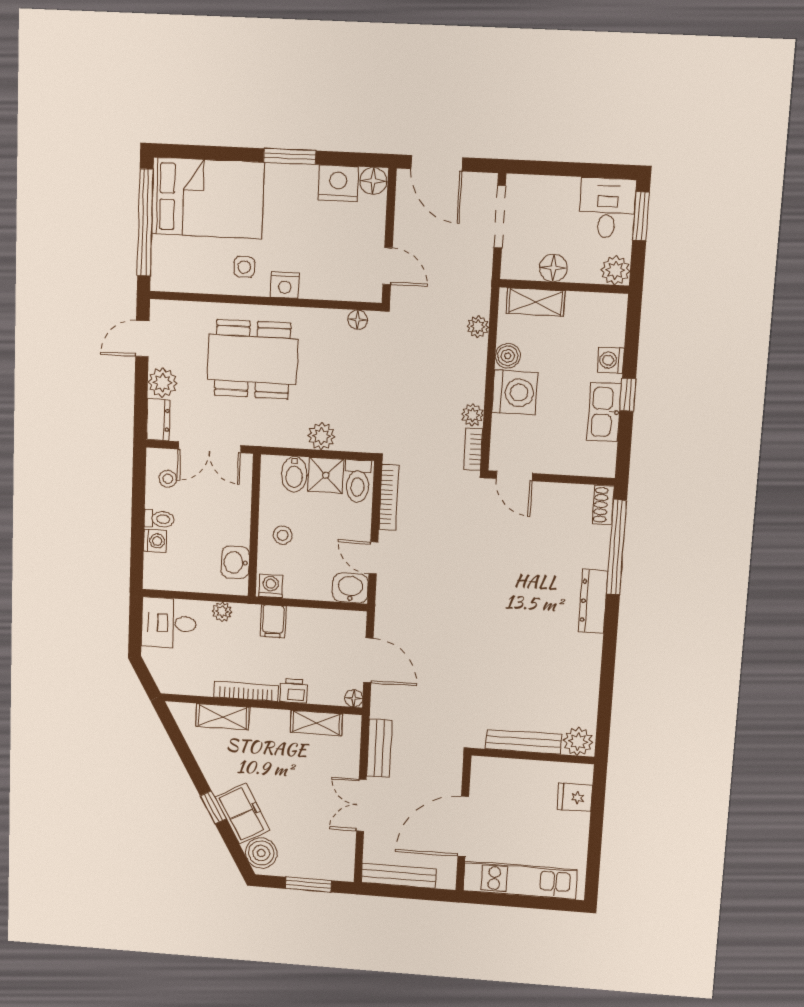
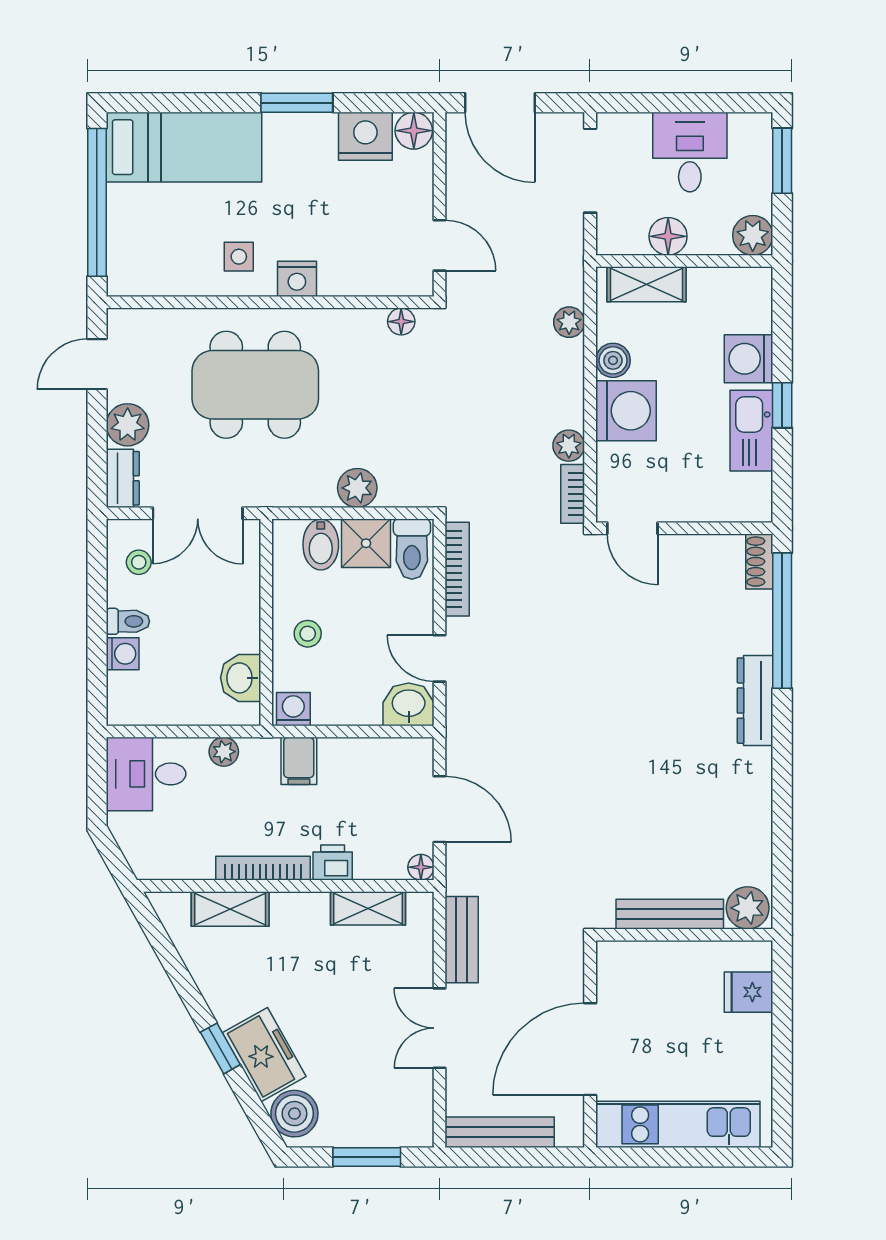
bed: (208, 198) -> (184, 147), width x0.67
desk: (607, 208) -> (690, 152), moved
washing machine: (611, 360) -> (749, 359), width x1.38, depth x1.38

